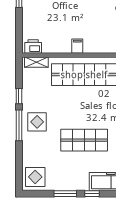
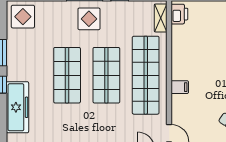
filing cabinet: (77, 46) -> (180, 87), moved
shop shelf: (84, 107) -> (106, 75), added

